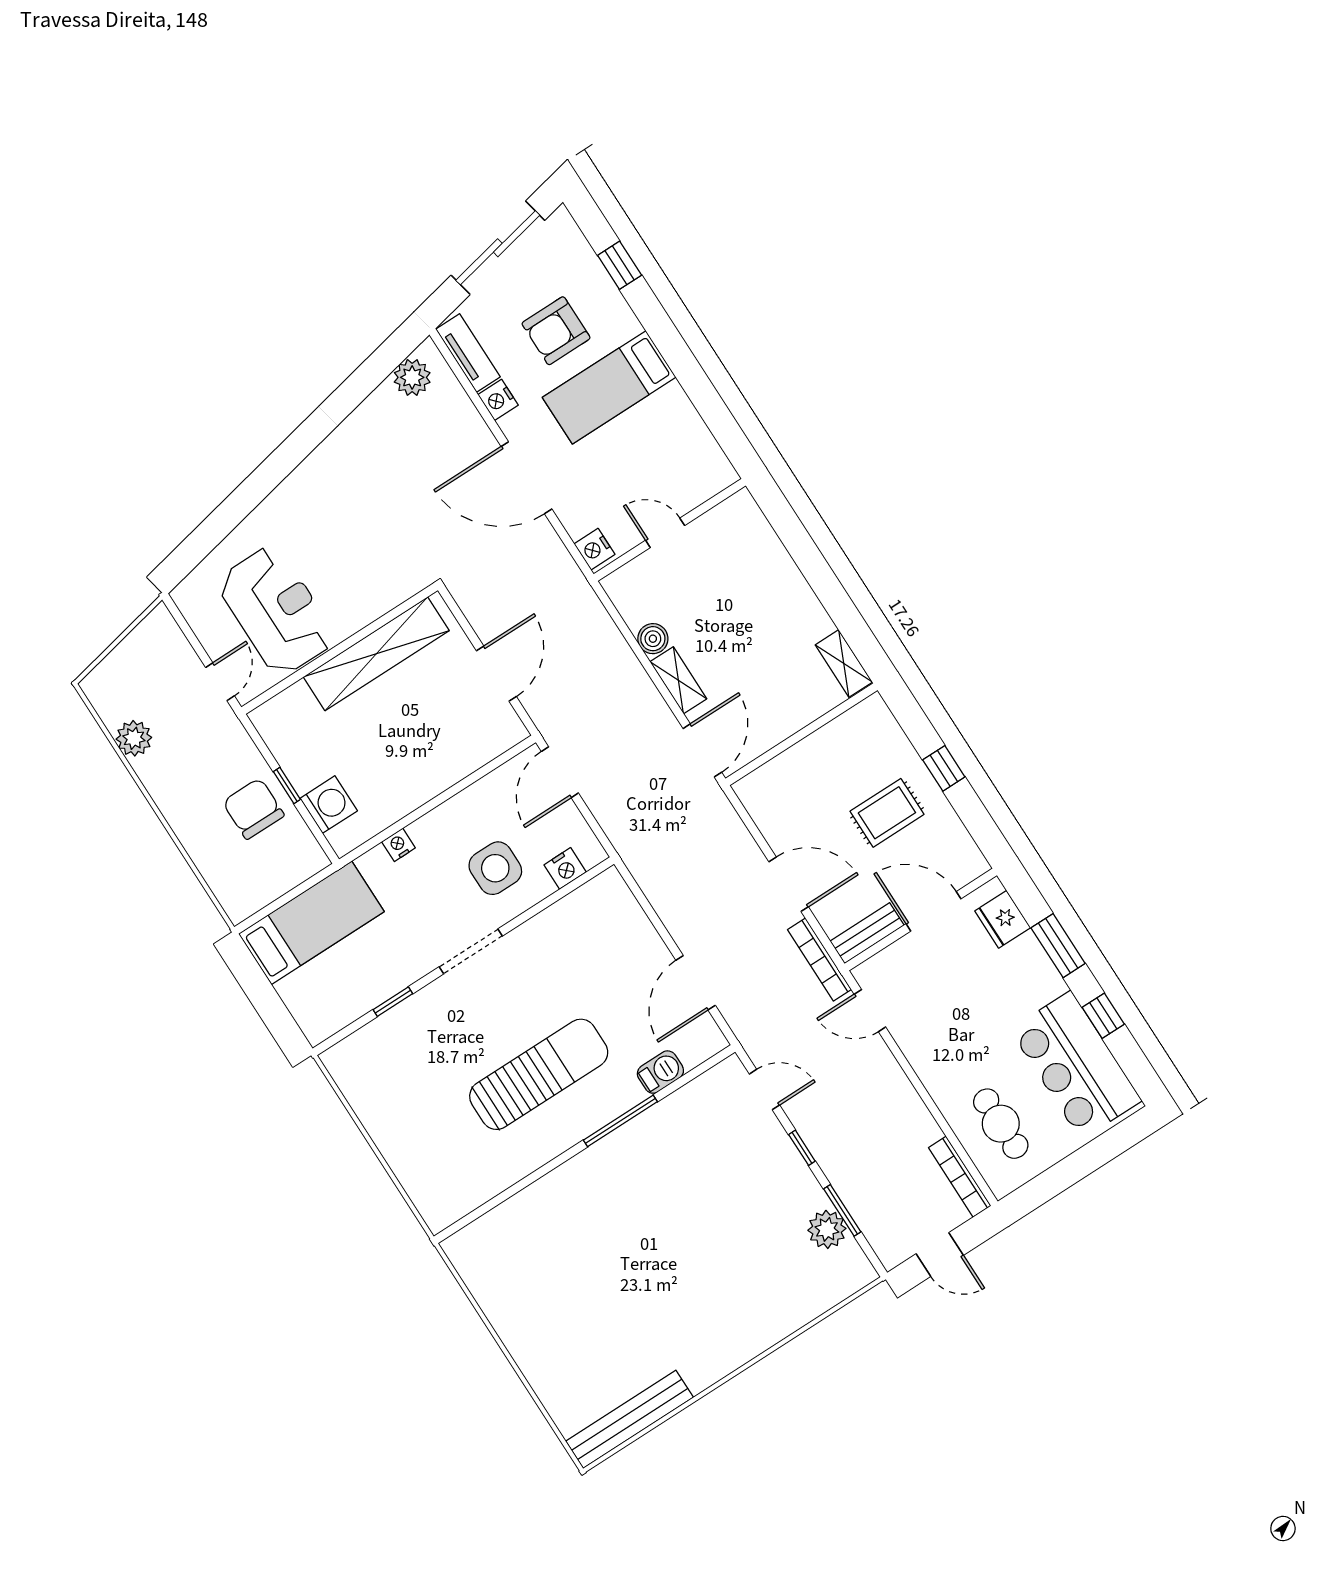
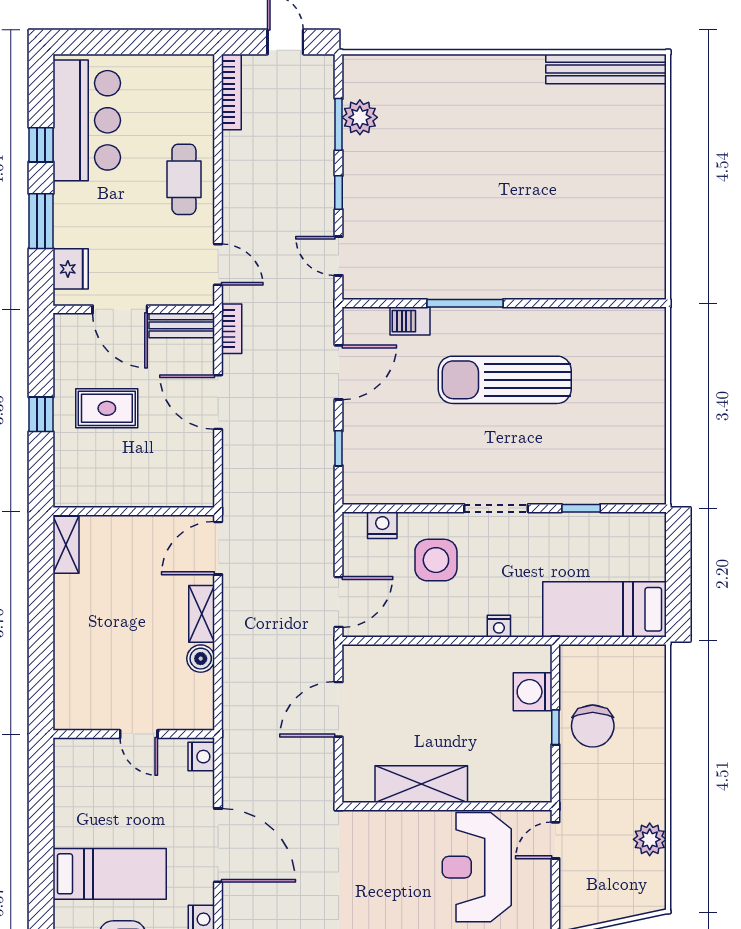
shelving: (376, 654) -> (421, 784), width x0.68
window: (651, 913) -> (339, 448), added
bookcase: (819, 960) -> (232, 329), width x0.64
cafe table: (1001, 1124) -> (184, 179), moved

